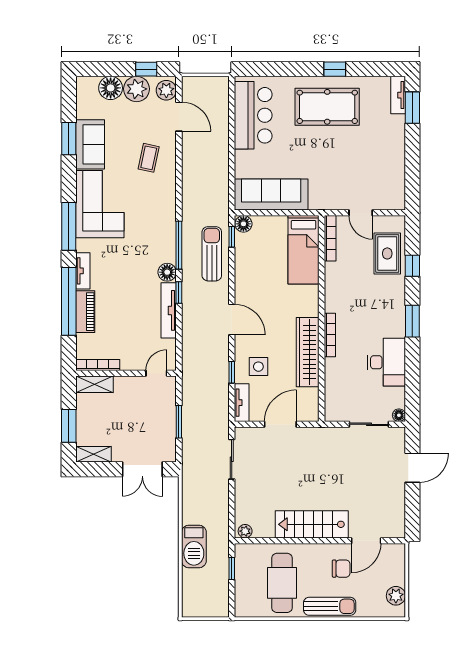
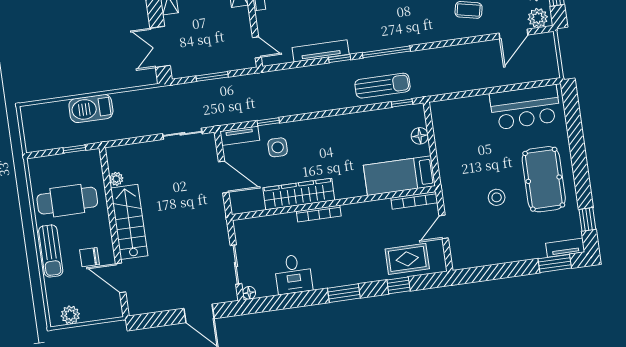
window: (335, 69) -> (587, 219), moved
stool: (339, 156) -> (497, 197), added
sofa: (271, 195) -> (449, 136), removed
floor lamp: (243, 224) -> (420, 136), moved
floor lamp: (167, 272) -> (358, 44), removed
door: (232, 320) -> (320, 114), removed
desk: (386, 362) -> (293, 274), width x0.73
plant: (245, 531) -> (116, 179), moved
chair: (341, 569) -> (90, 257), turned 90

